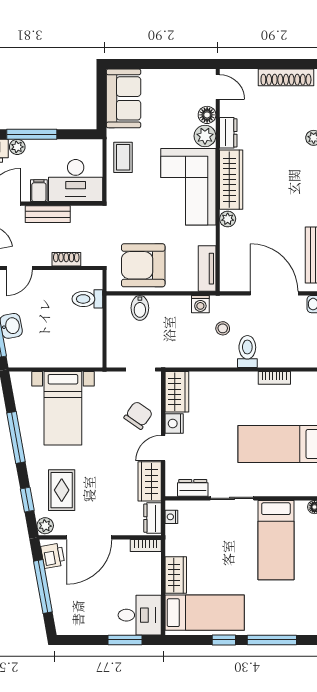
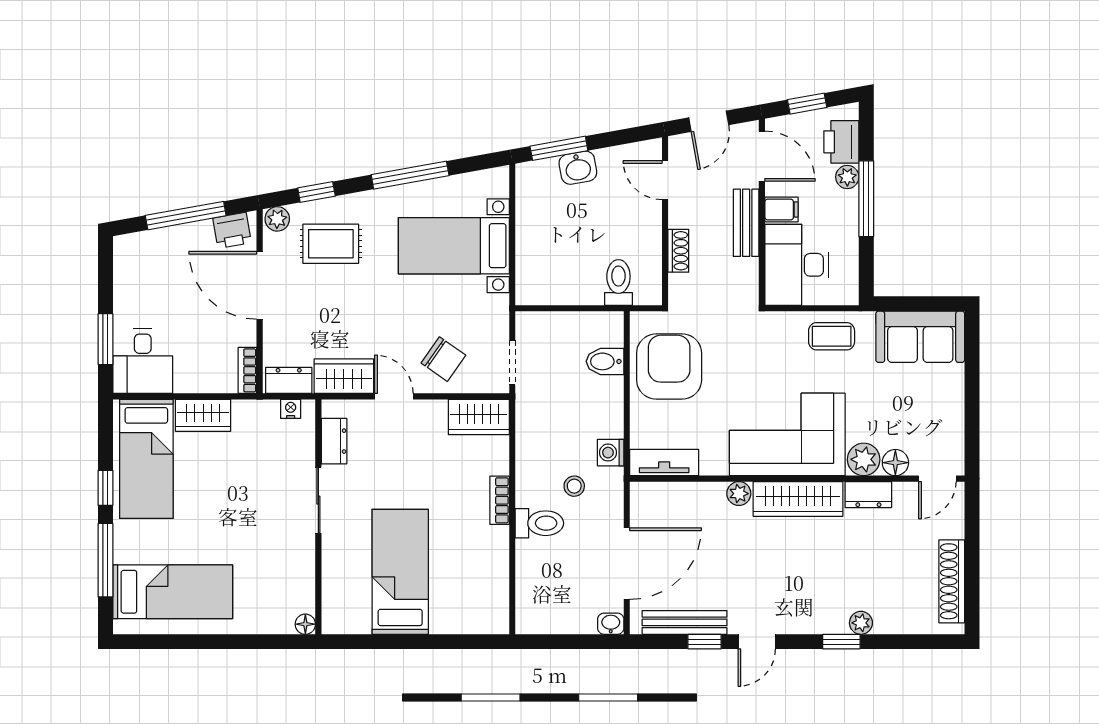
bookcase: (274, 378) -> (500, 500), moved
nightstand: (174, 423) -> (431, 413), removed
bed: (276, 540) -> (173, 592), moved, turned 180

